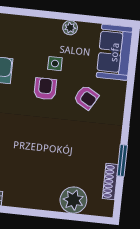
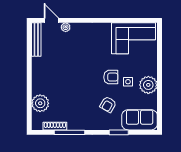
plant: (70, 28) -> (148, 85), width x1.88, depth x1.88
window: (130, 86) -> (119, 132), added
window: (122, 160) -> (69, 132), width x1.44

